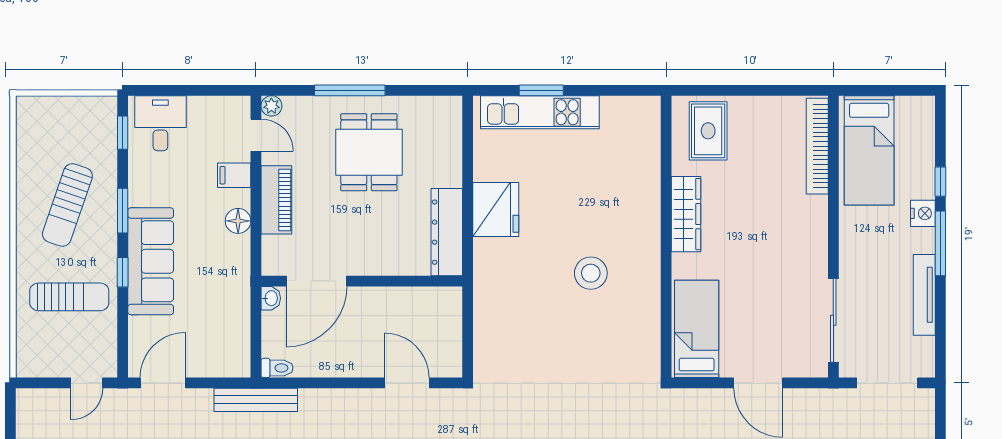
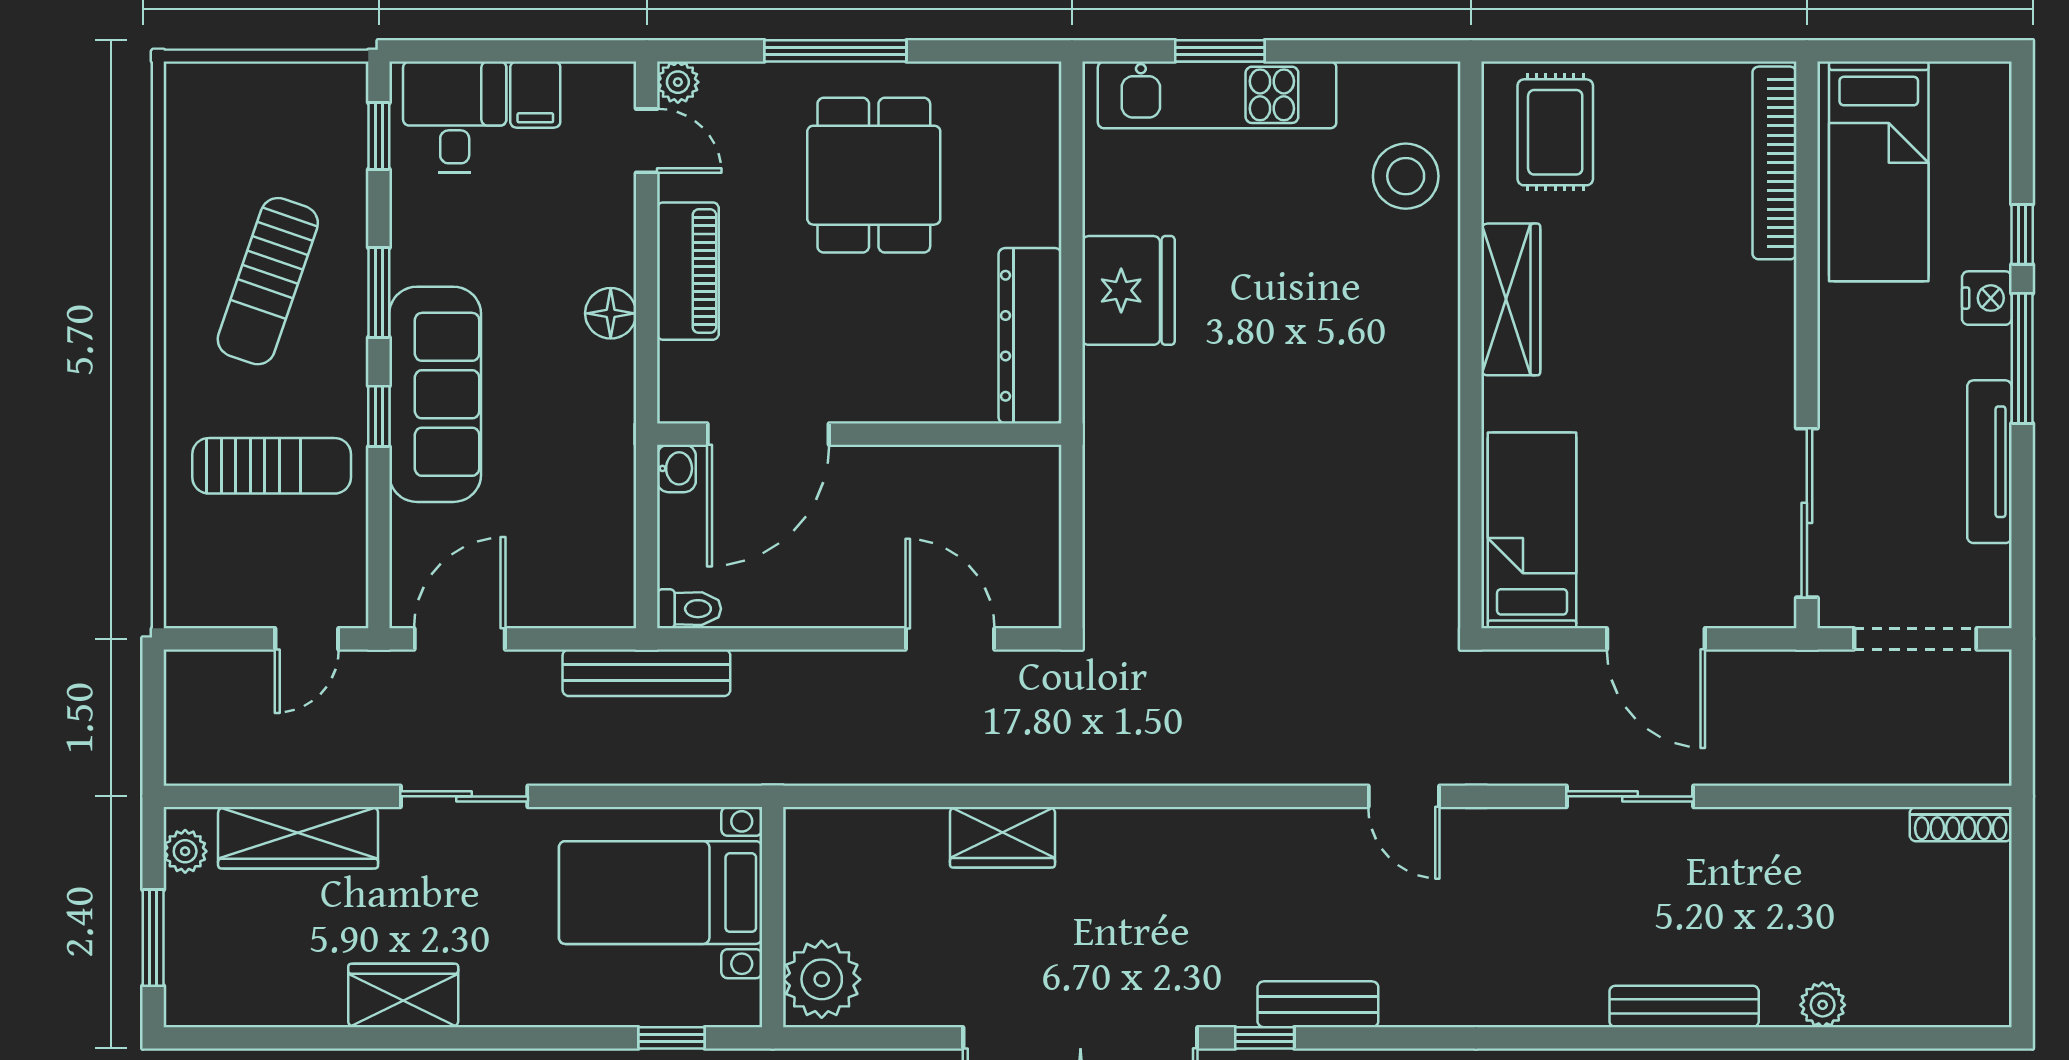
filing cabinet: (234, 175) -> (535, 95), moved, turned -90
stool: (591, 273) -> (1406, 176), moved

